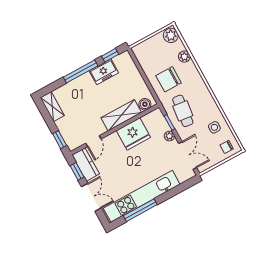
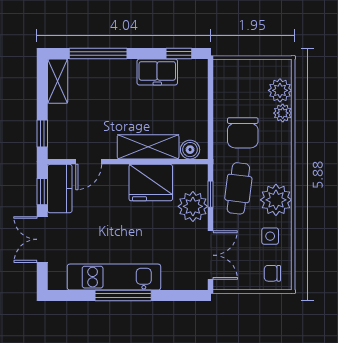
plant: (171, 35) -> (280, 90), moved
window: (81, 71) -> (98, 54), moved
chair: (169, 79) -> (243, 133), turned -90
plant: (207, 106) -> (276, 200), added
plant: (169, 136) -> (193, 206), width x1.88, depth x1.88
kitchen unit: (142, 196) -> (114, 277), width x0.73
double door: (91, 197) -> (42, 239), swing flipped
window: (140, 210) -> (123, 296), moved

